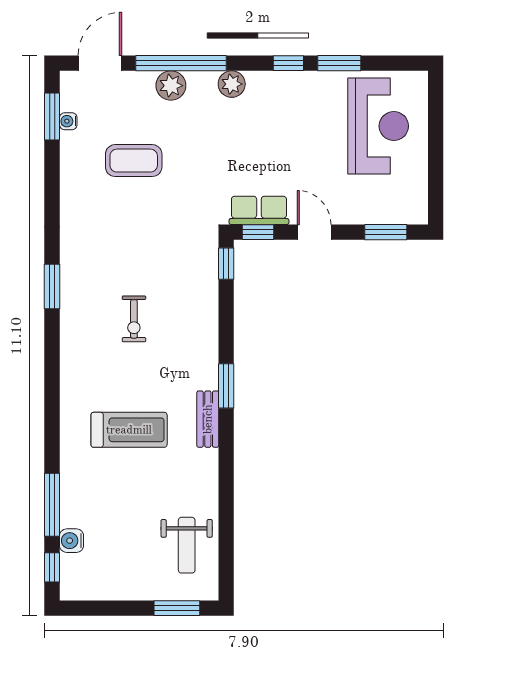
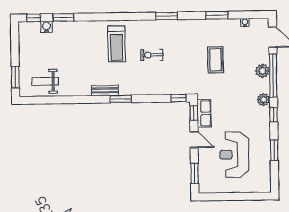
window: (288, 63) -> (274, 115), moved
window: (52, 117) -> (217, 15), moved
reception desk: (378, 126) -> (234, 155), moved, turned 90
coffee table: (134, 161) -> (215, 60), moved
door: (314, 232) -> (194, 140), hinge flipped
treadmill: (129, 430) -> (117, 44), moved
window: (52, 505) -> (63, 17), width x0.69

